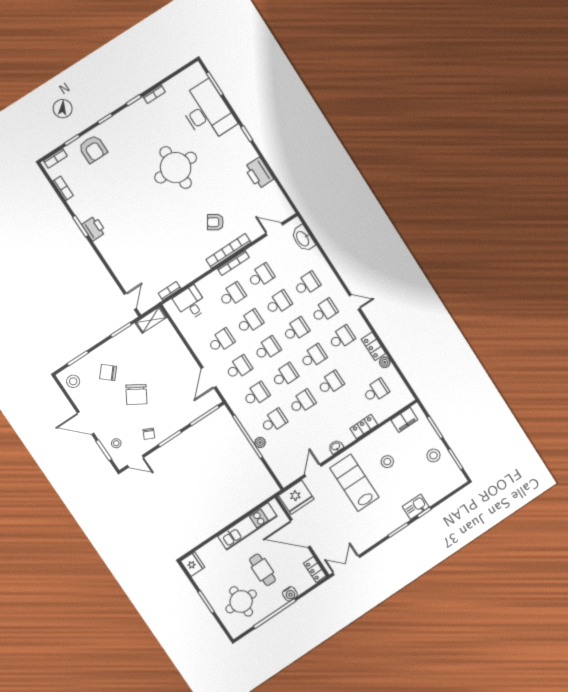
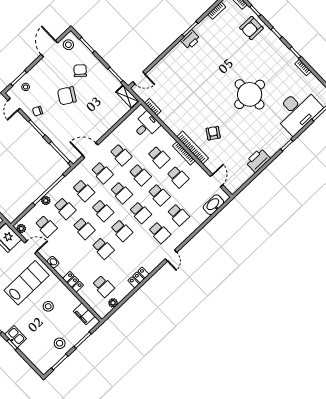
school desk: (342, 338) -> (46, 226), moved
plant: (385, 362) -> (113, 303), moved
door: (86, 423) -> (49, 49), moved
plant: (288, 478) -> (21, 229), added

